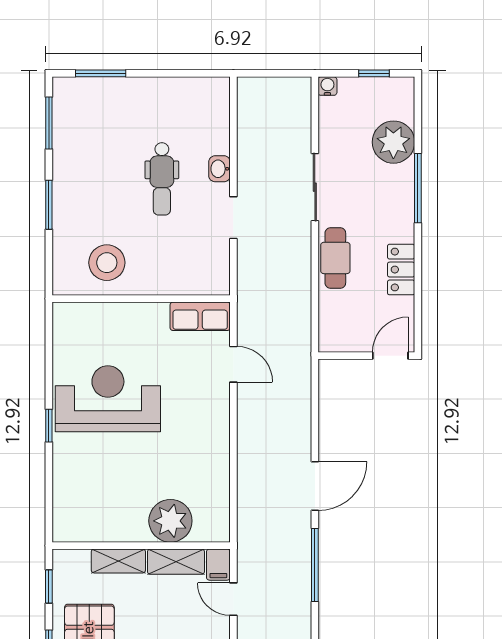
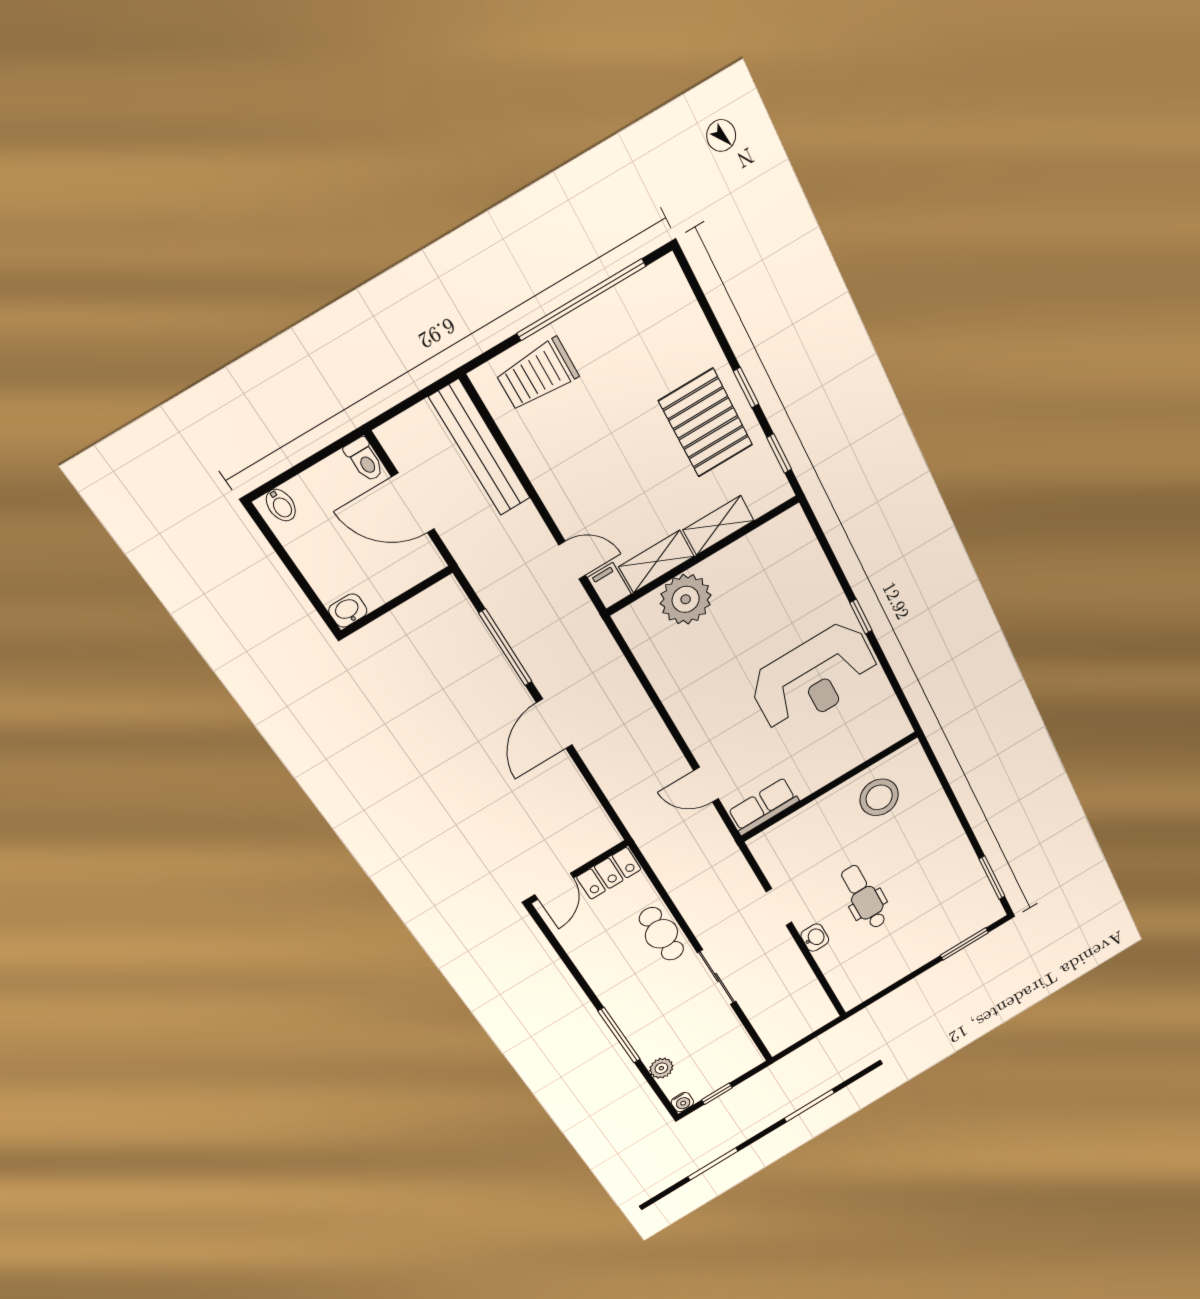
water cooler: (327, 86) -> (682, 1102), moved
plant: (393, 142) -> (661, 1068), width x0.53, depth x0.53
window: (49, 205) -> (959, 812), removed
locker: (401, 270) -> (609, 873), moved, turned 90

